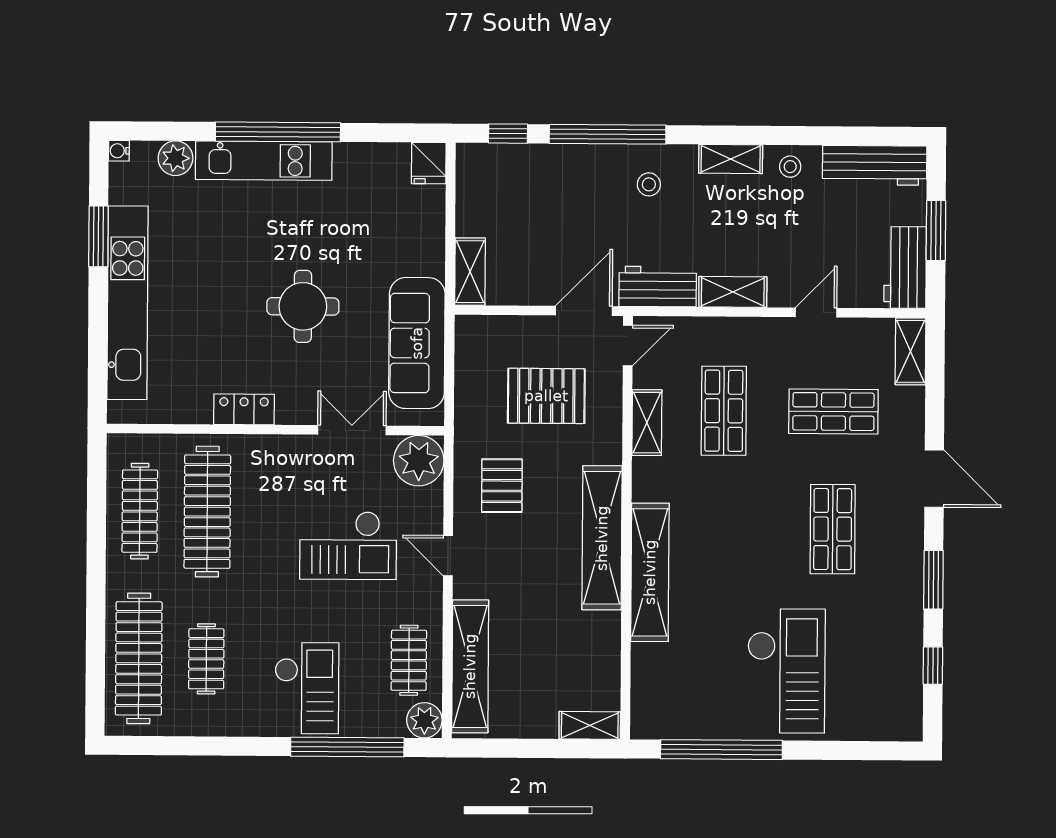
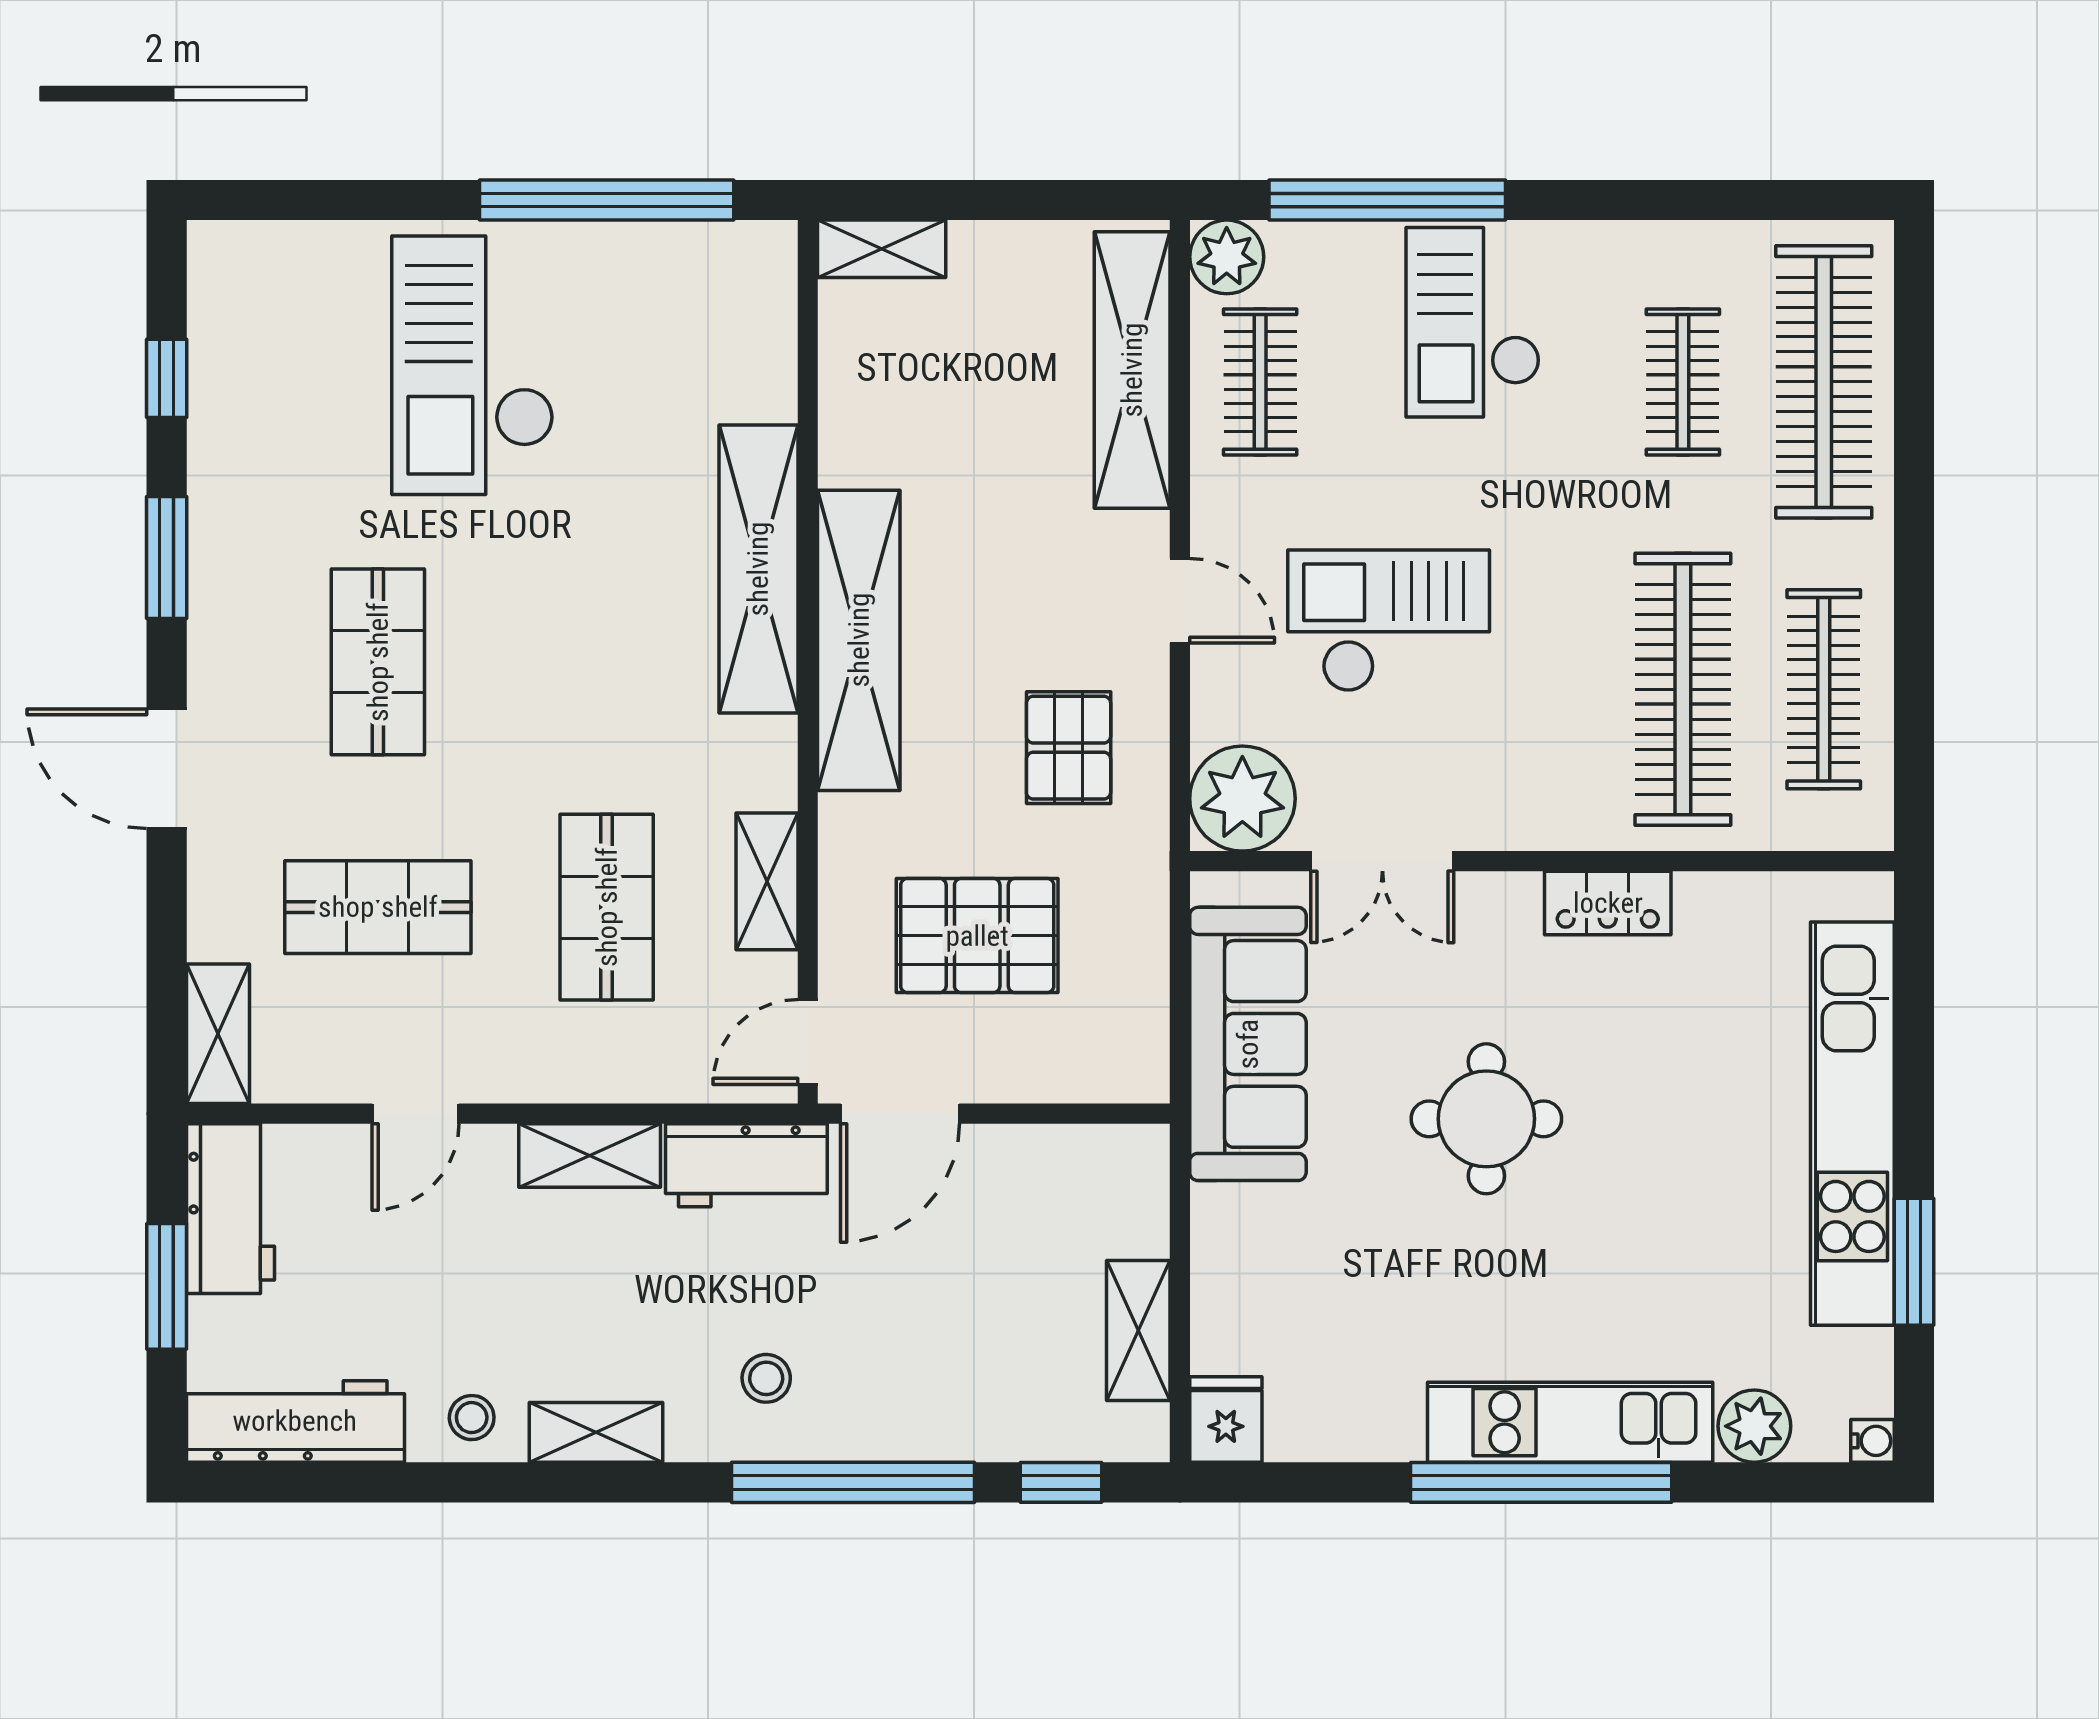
shelving: (470, 272) -> (1138, 1330), moved

